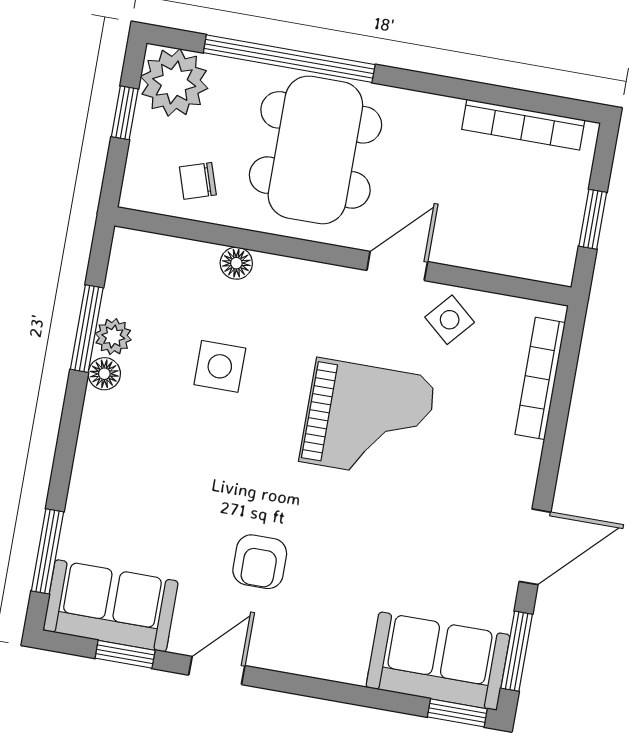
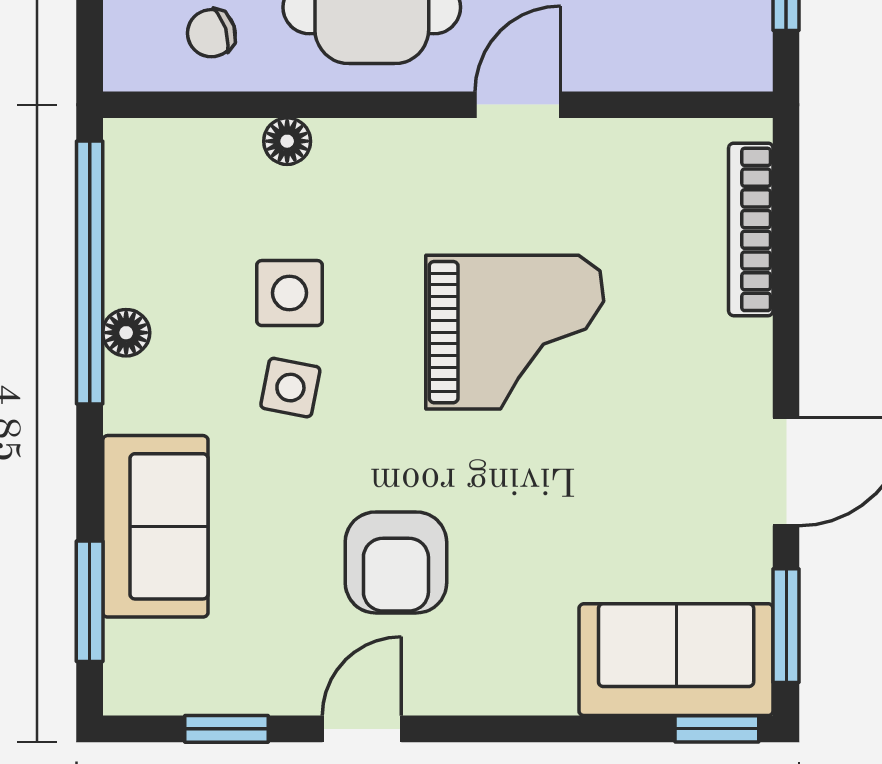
side table: (450, 320) -> (290, 388), moved, turned -30
window: (87, 329) -> (90, 273), width x2.11
plant: (113, 337) -> (130, 277), removed
armchair: (260, 562) -> (396, 562), width x1.38, depth x1.38
sofa: (111, 606) -> (155, 526), moved, turned 90

